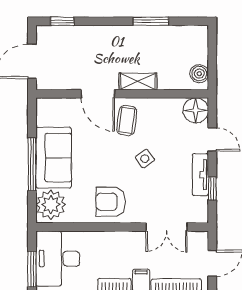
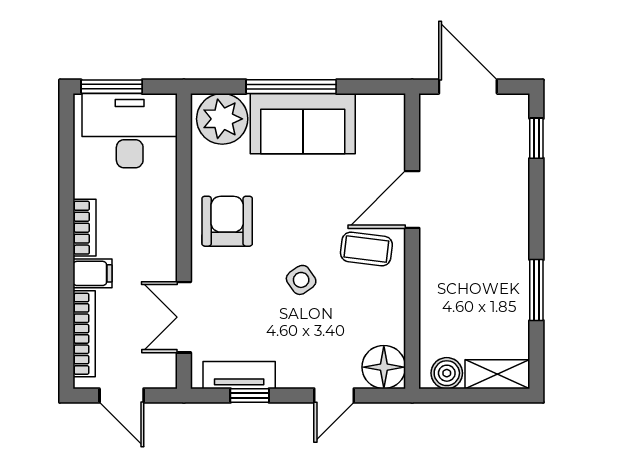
shelving: (138, 81) -> (497, 374), moved, turned 90
tv unit: (200, 175) -> (239, 375), moved

